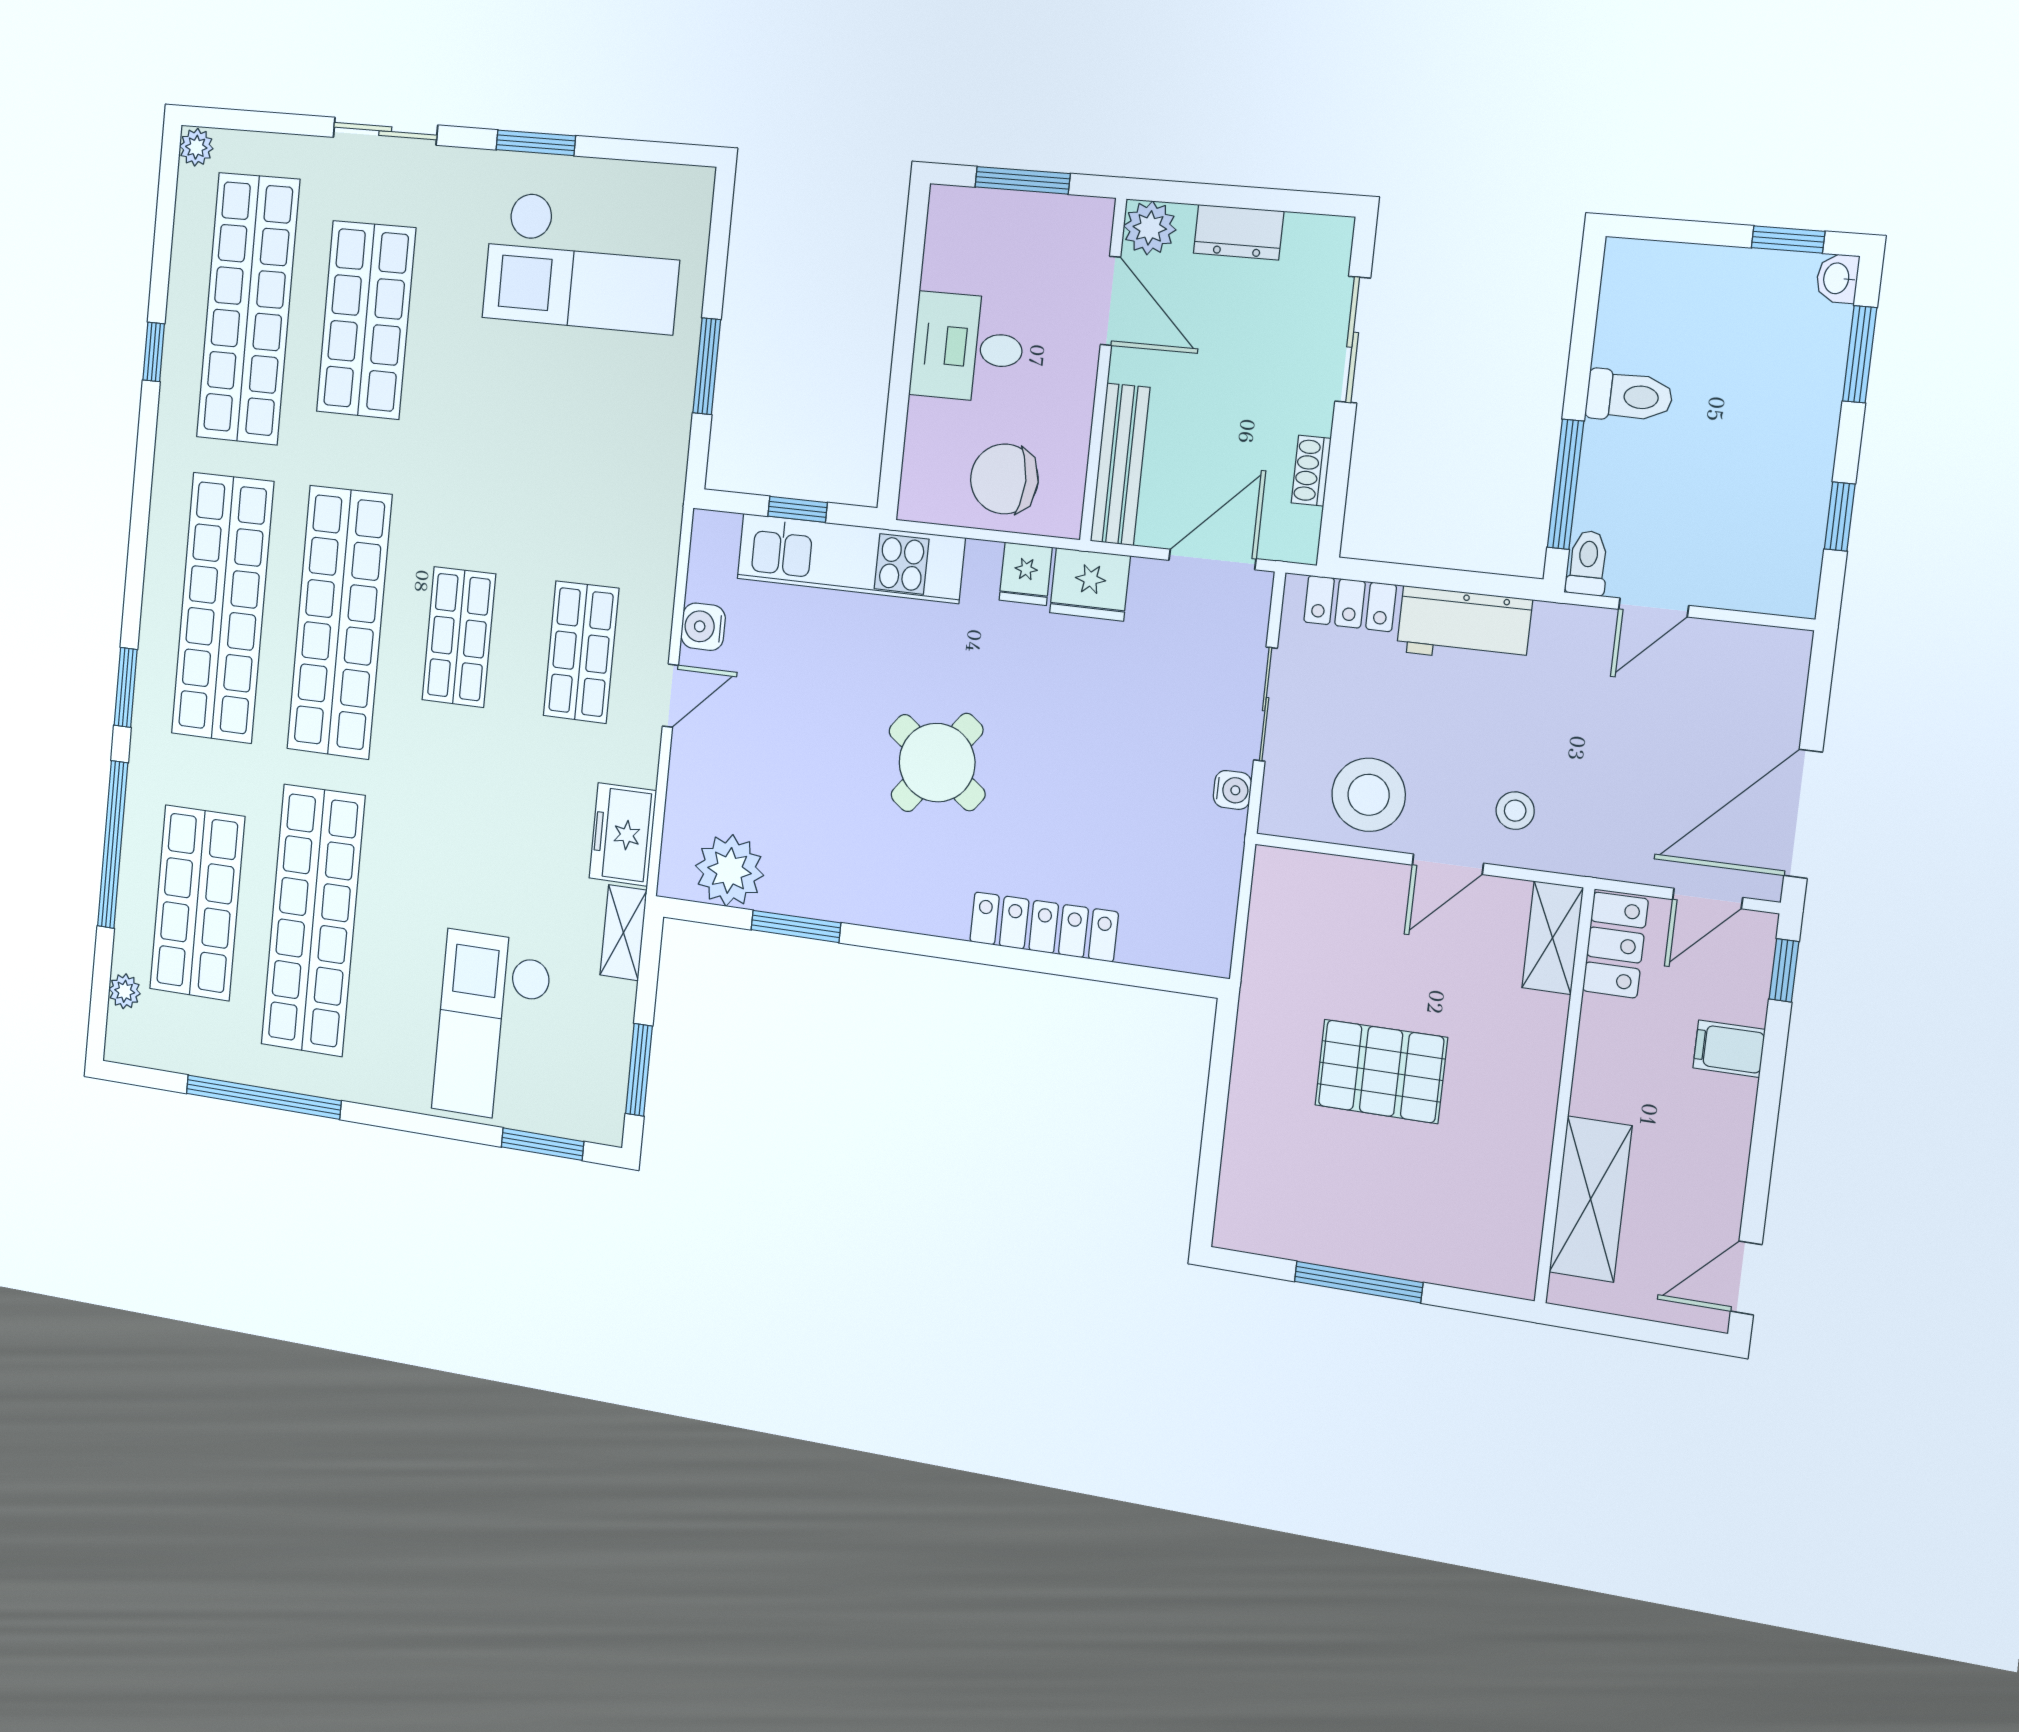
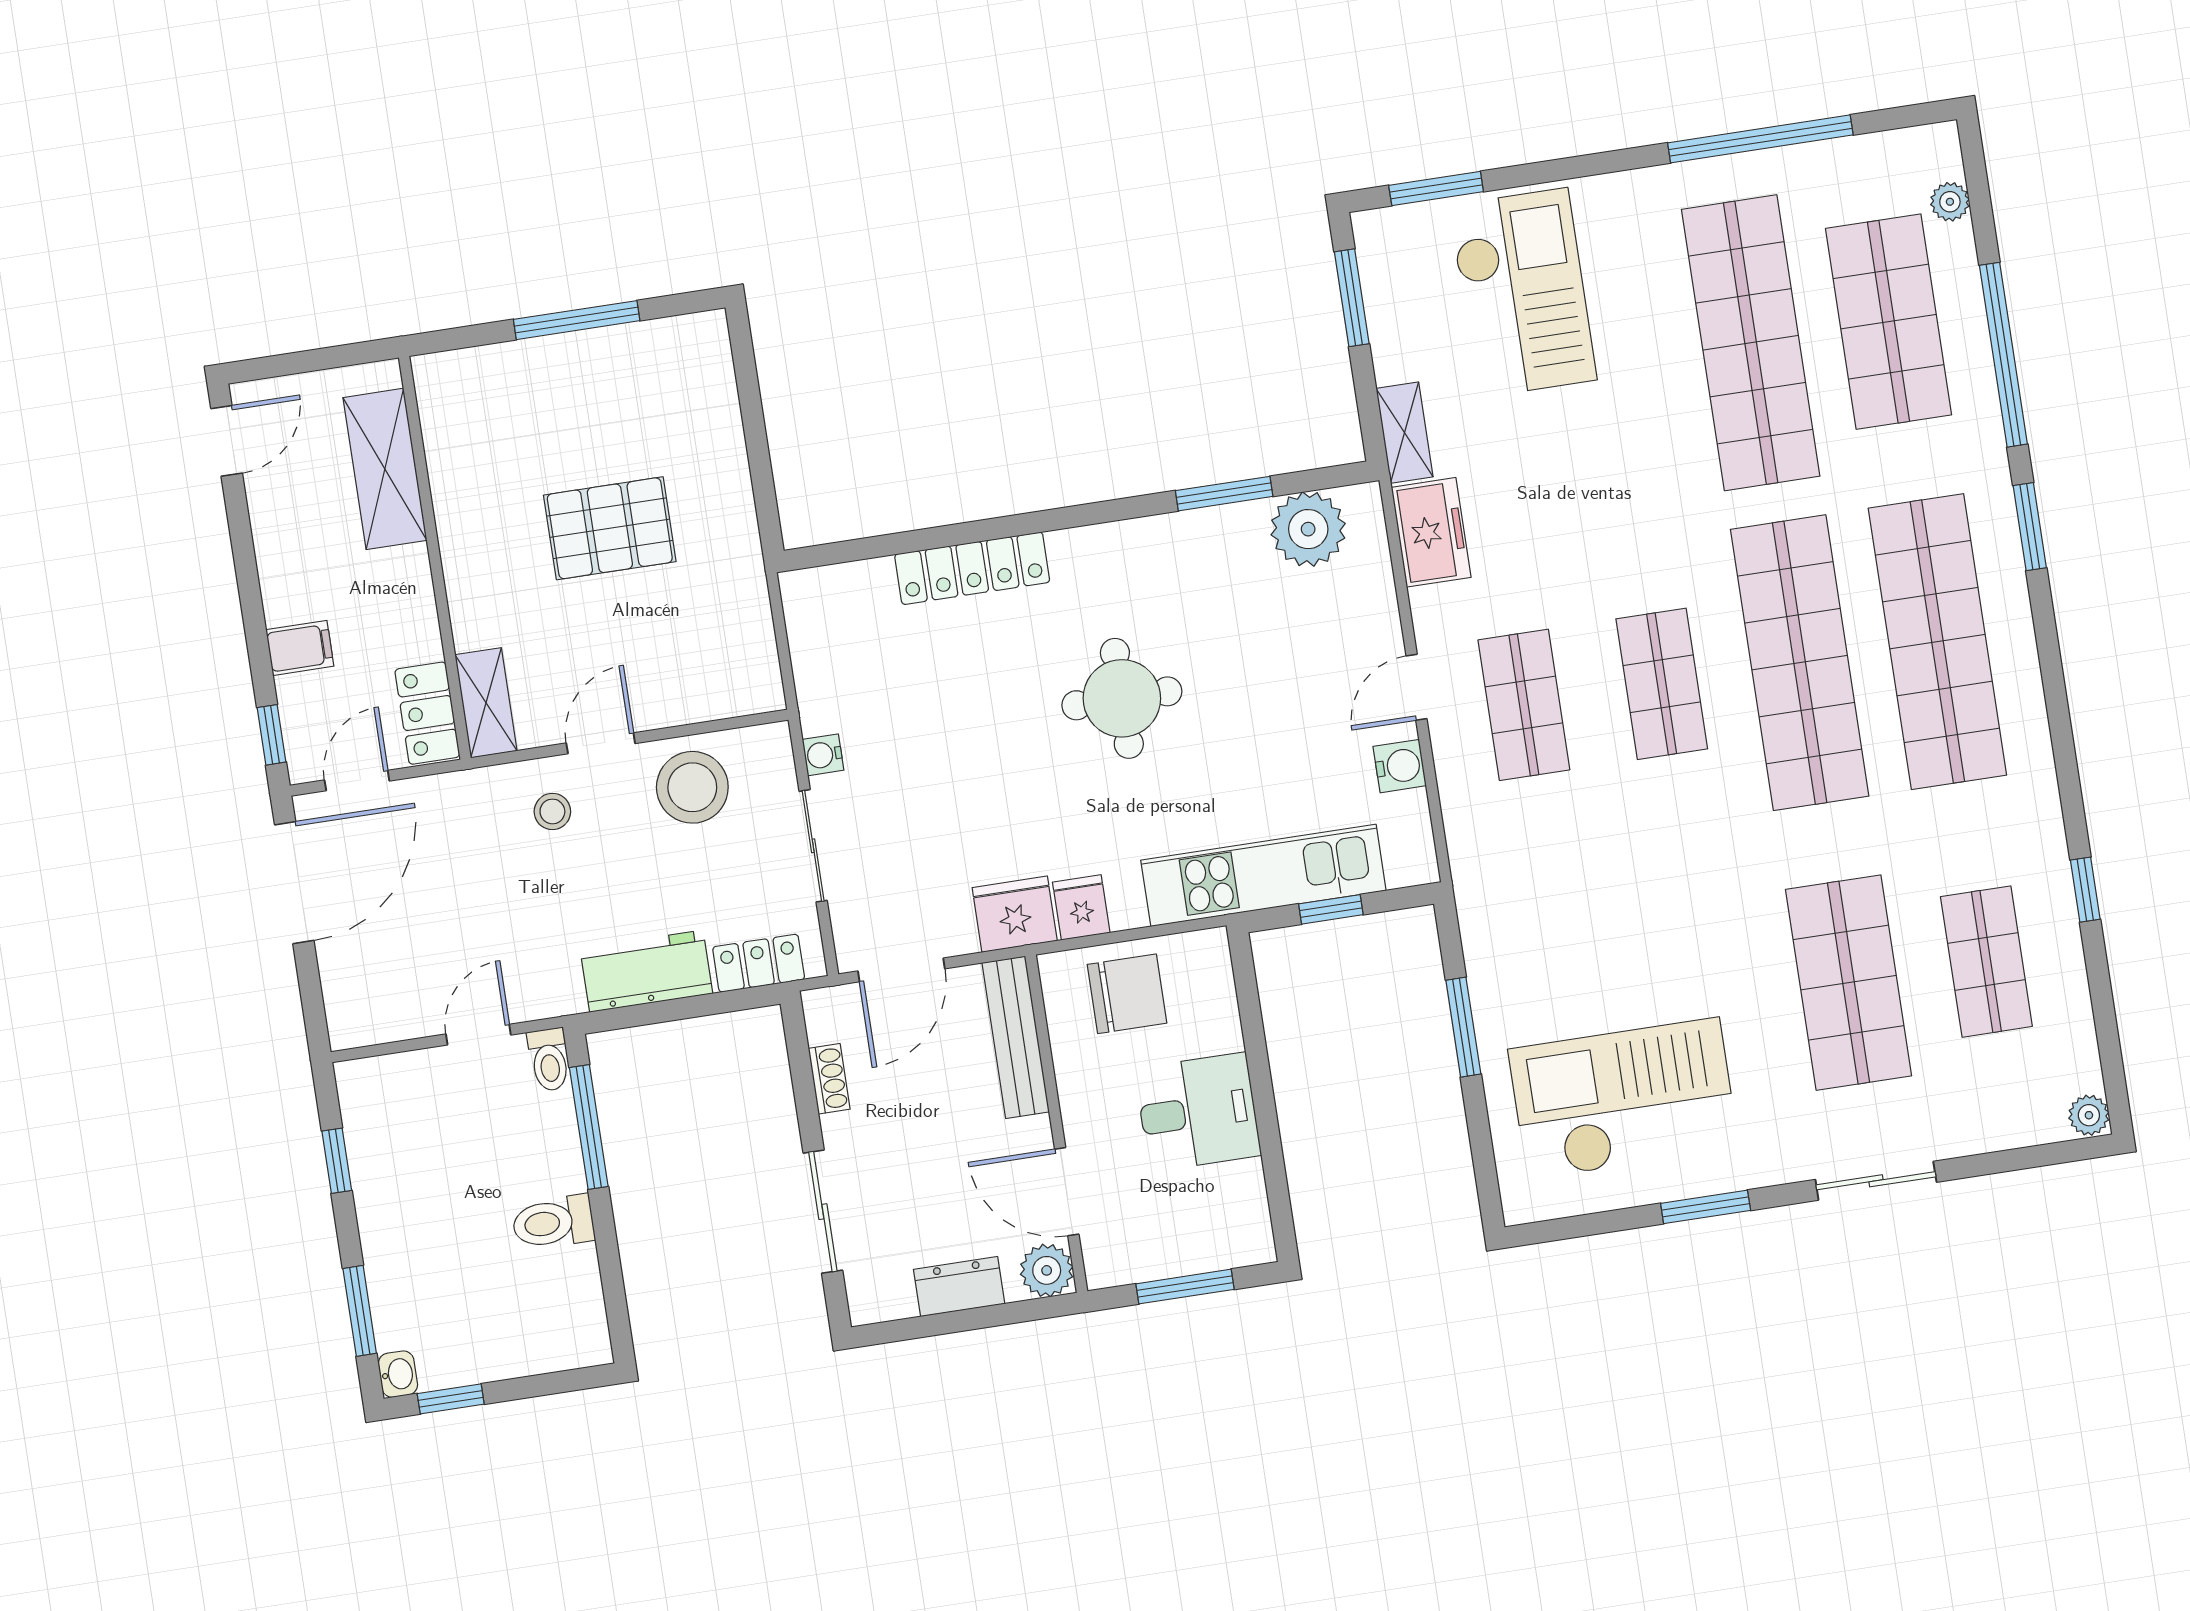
shop shelf: (248, 309) -> (1986, 962), width x0.50, depth x0.74
round table: (937, 763) -> (1122, 698), turned -37

